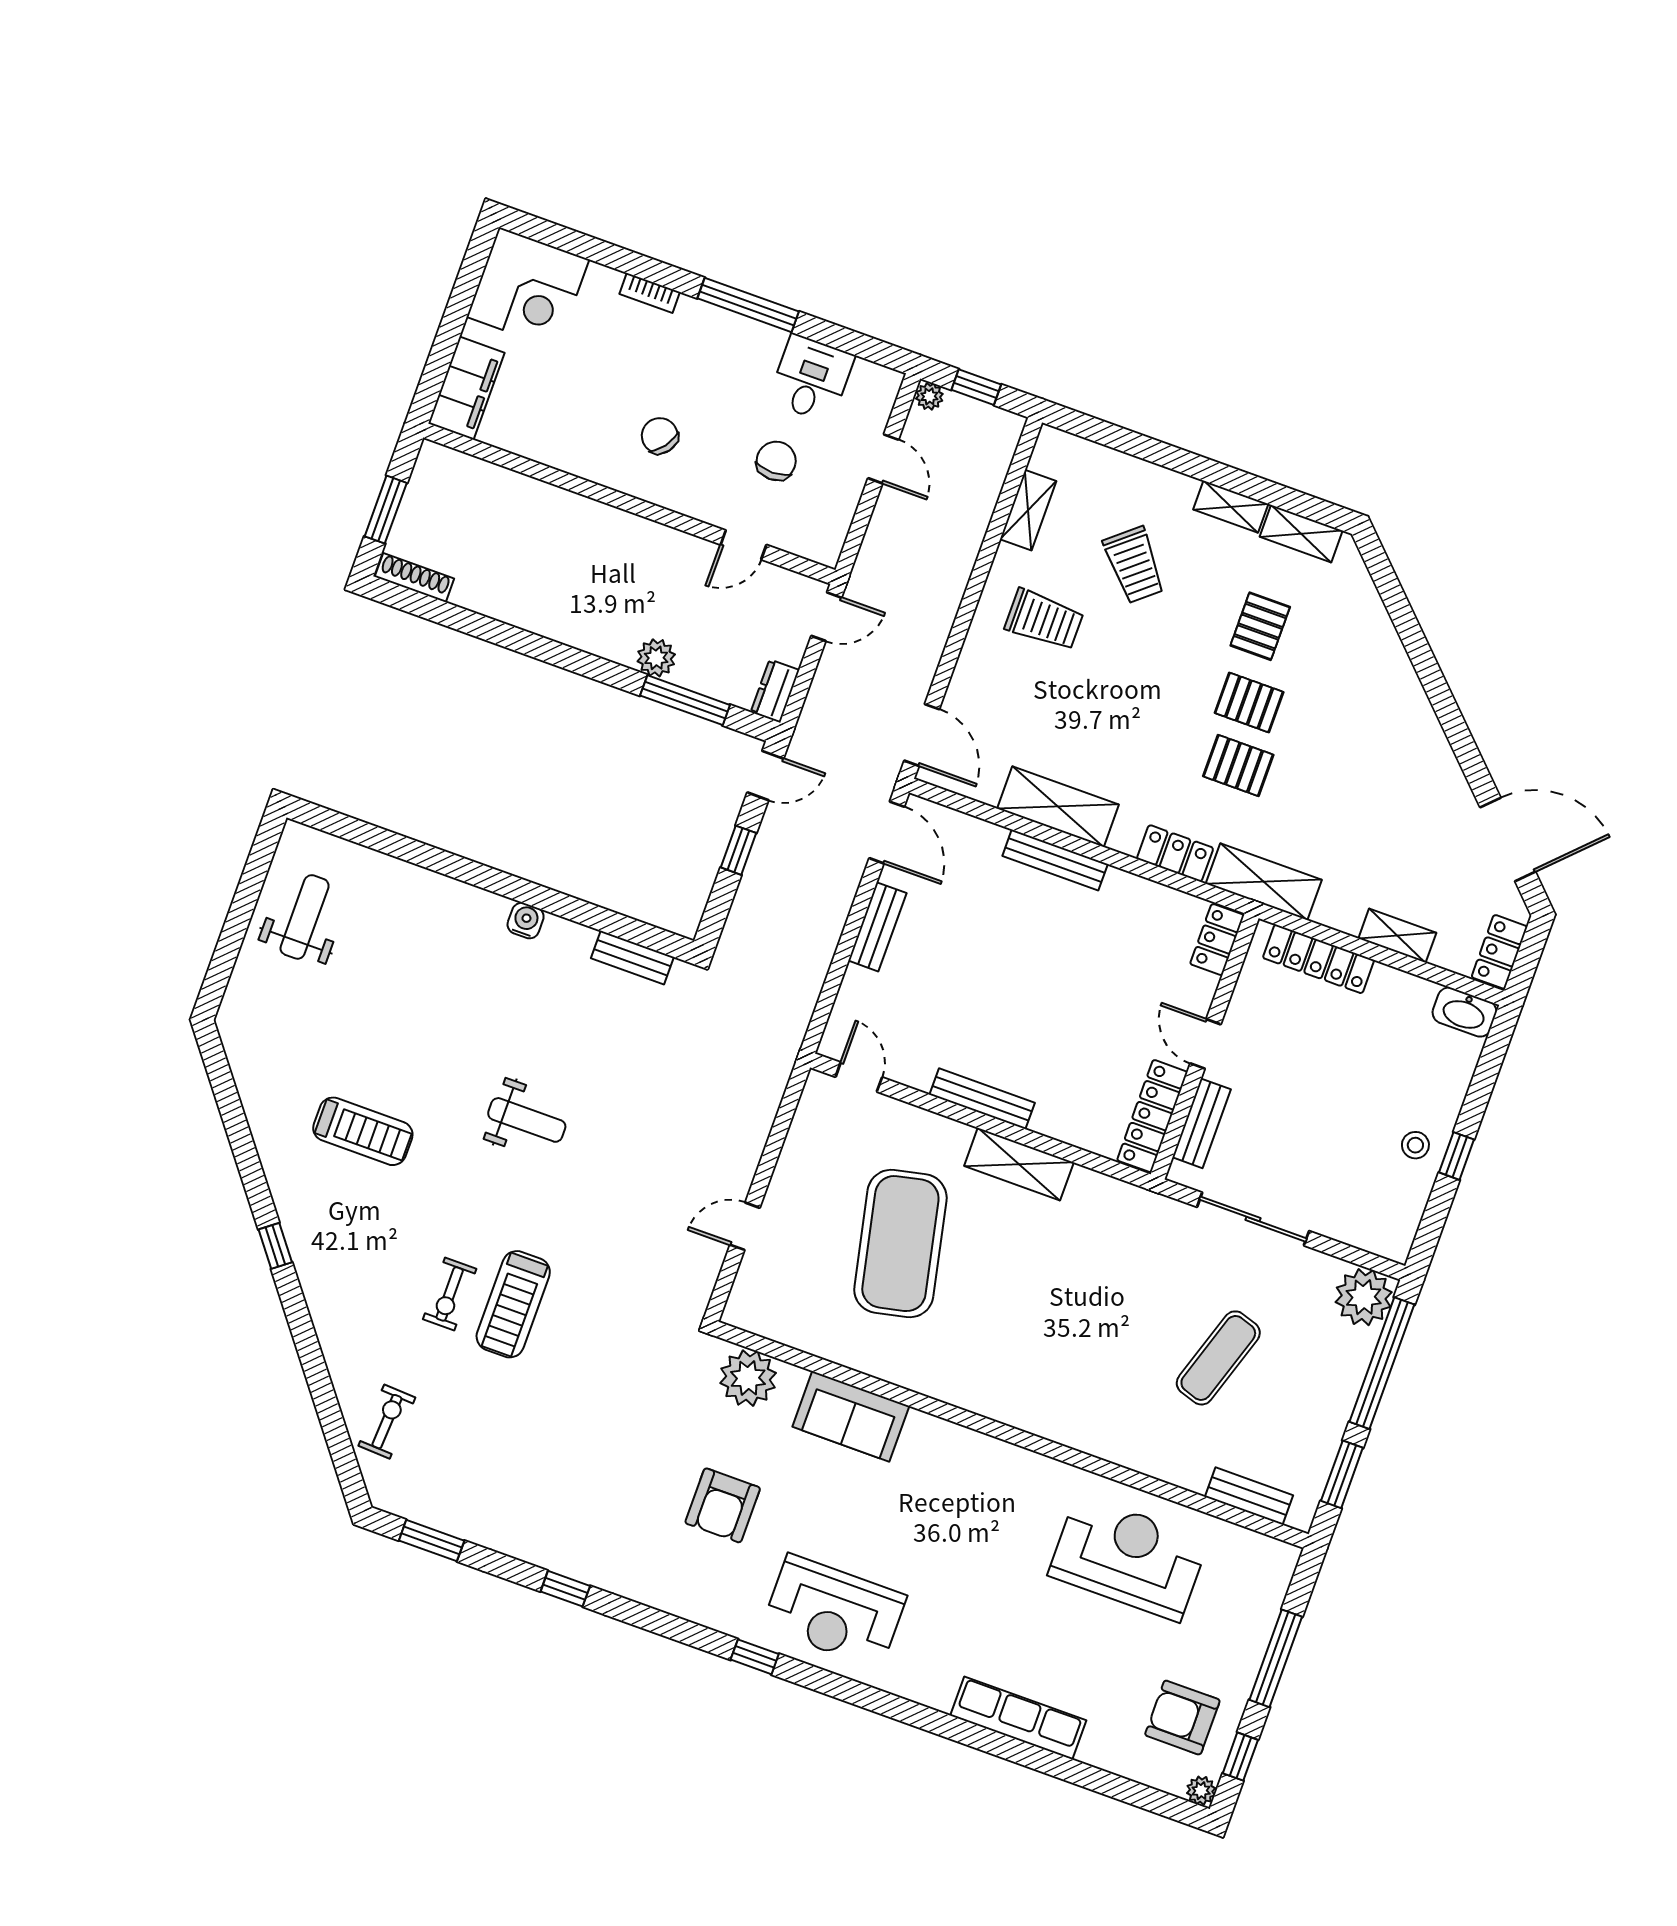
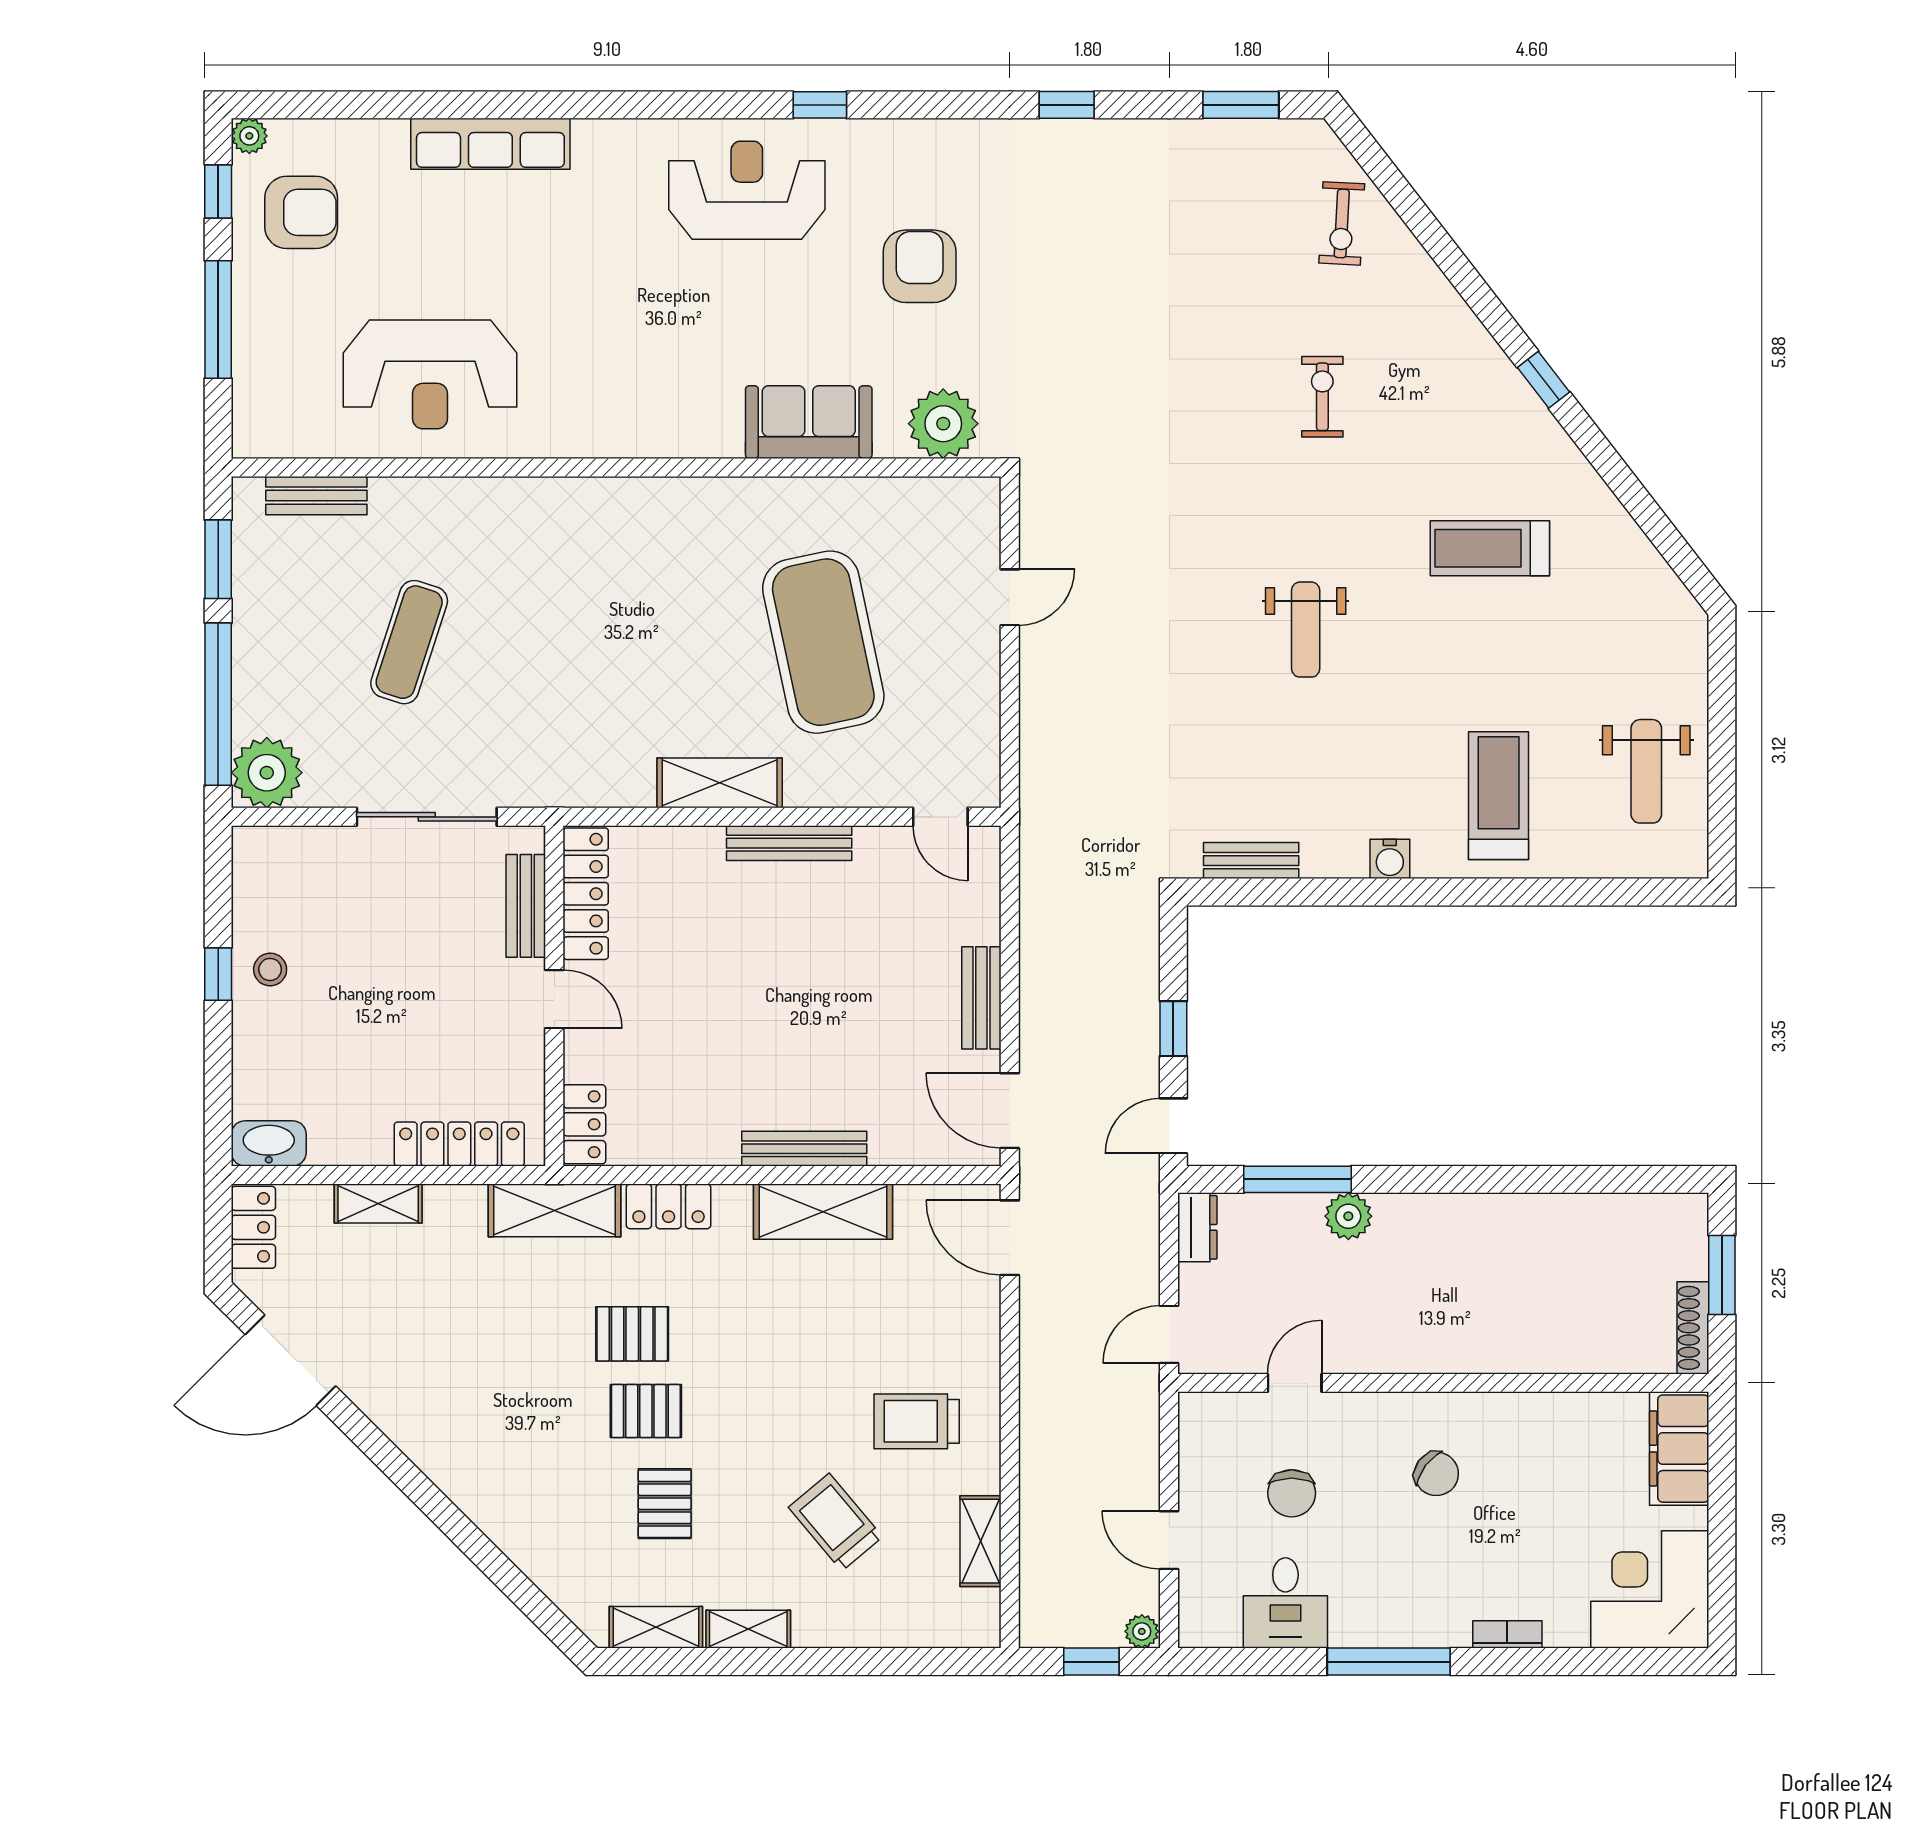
shoe rack: (414, 578) -> (1693, 1328), moved, turned 90
weight bench: (527, 1120) -> (1306, 630), turned -90
treadmill: (513, 1304) -> (1499, 796), moved

